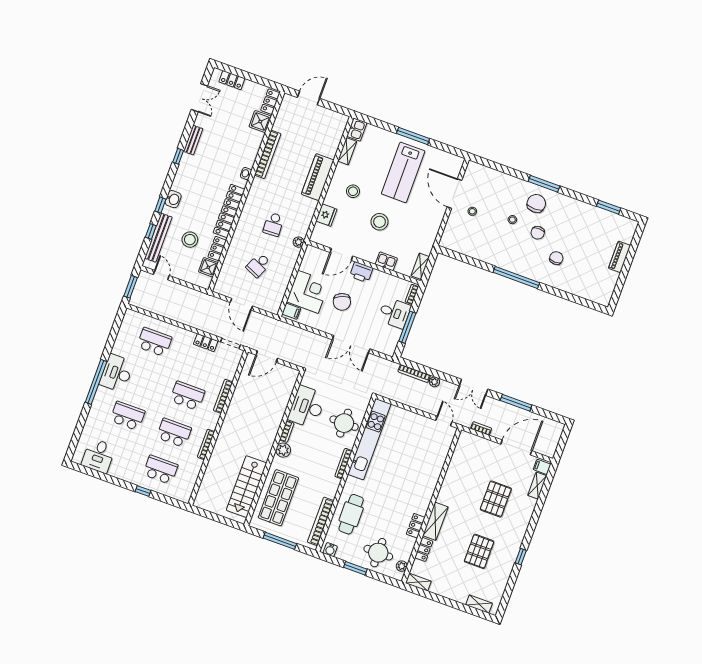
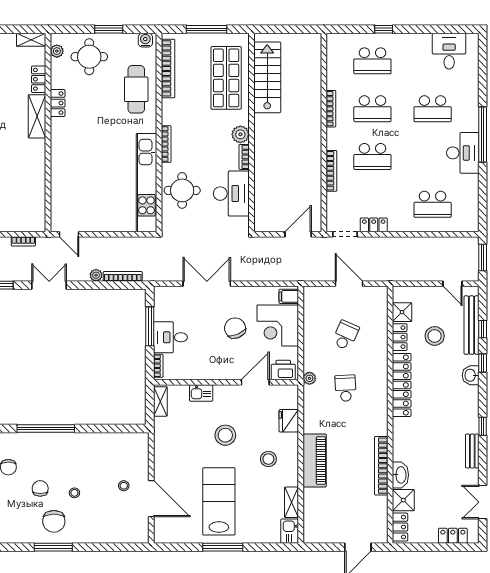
washbasin: (246, 174) -> (400, 475), moved, width x1.91, depth x1.45
printer: (361, 272) -> (283, 370), moved

